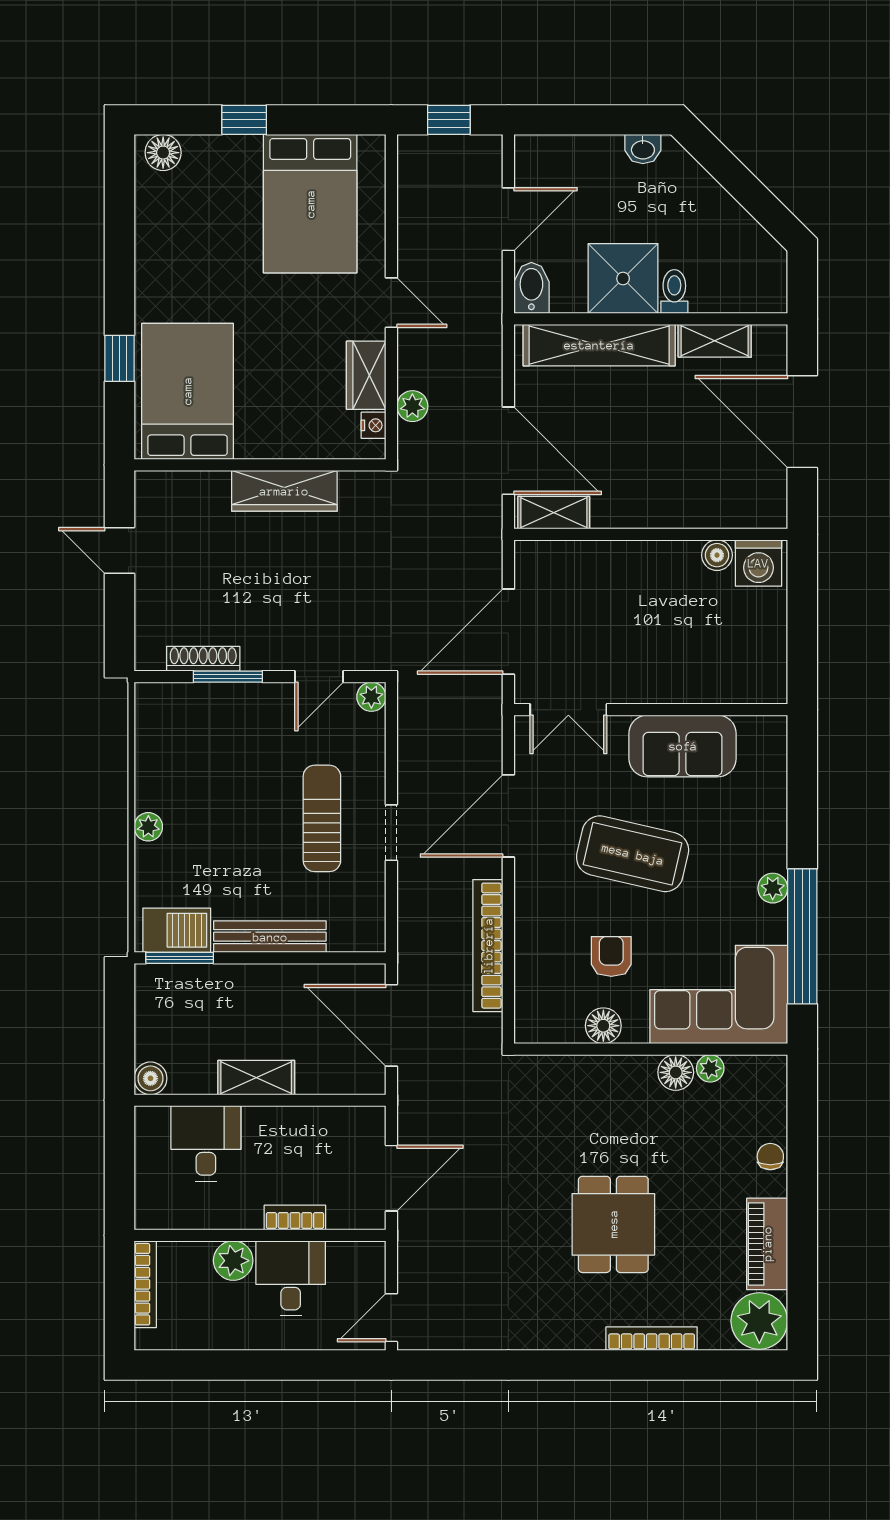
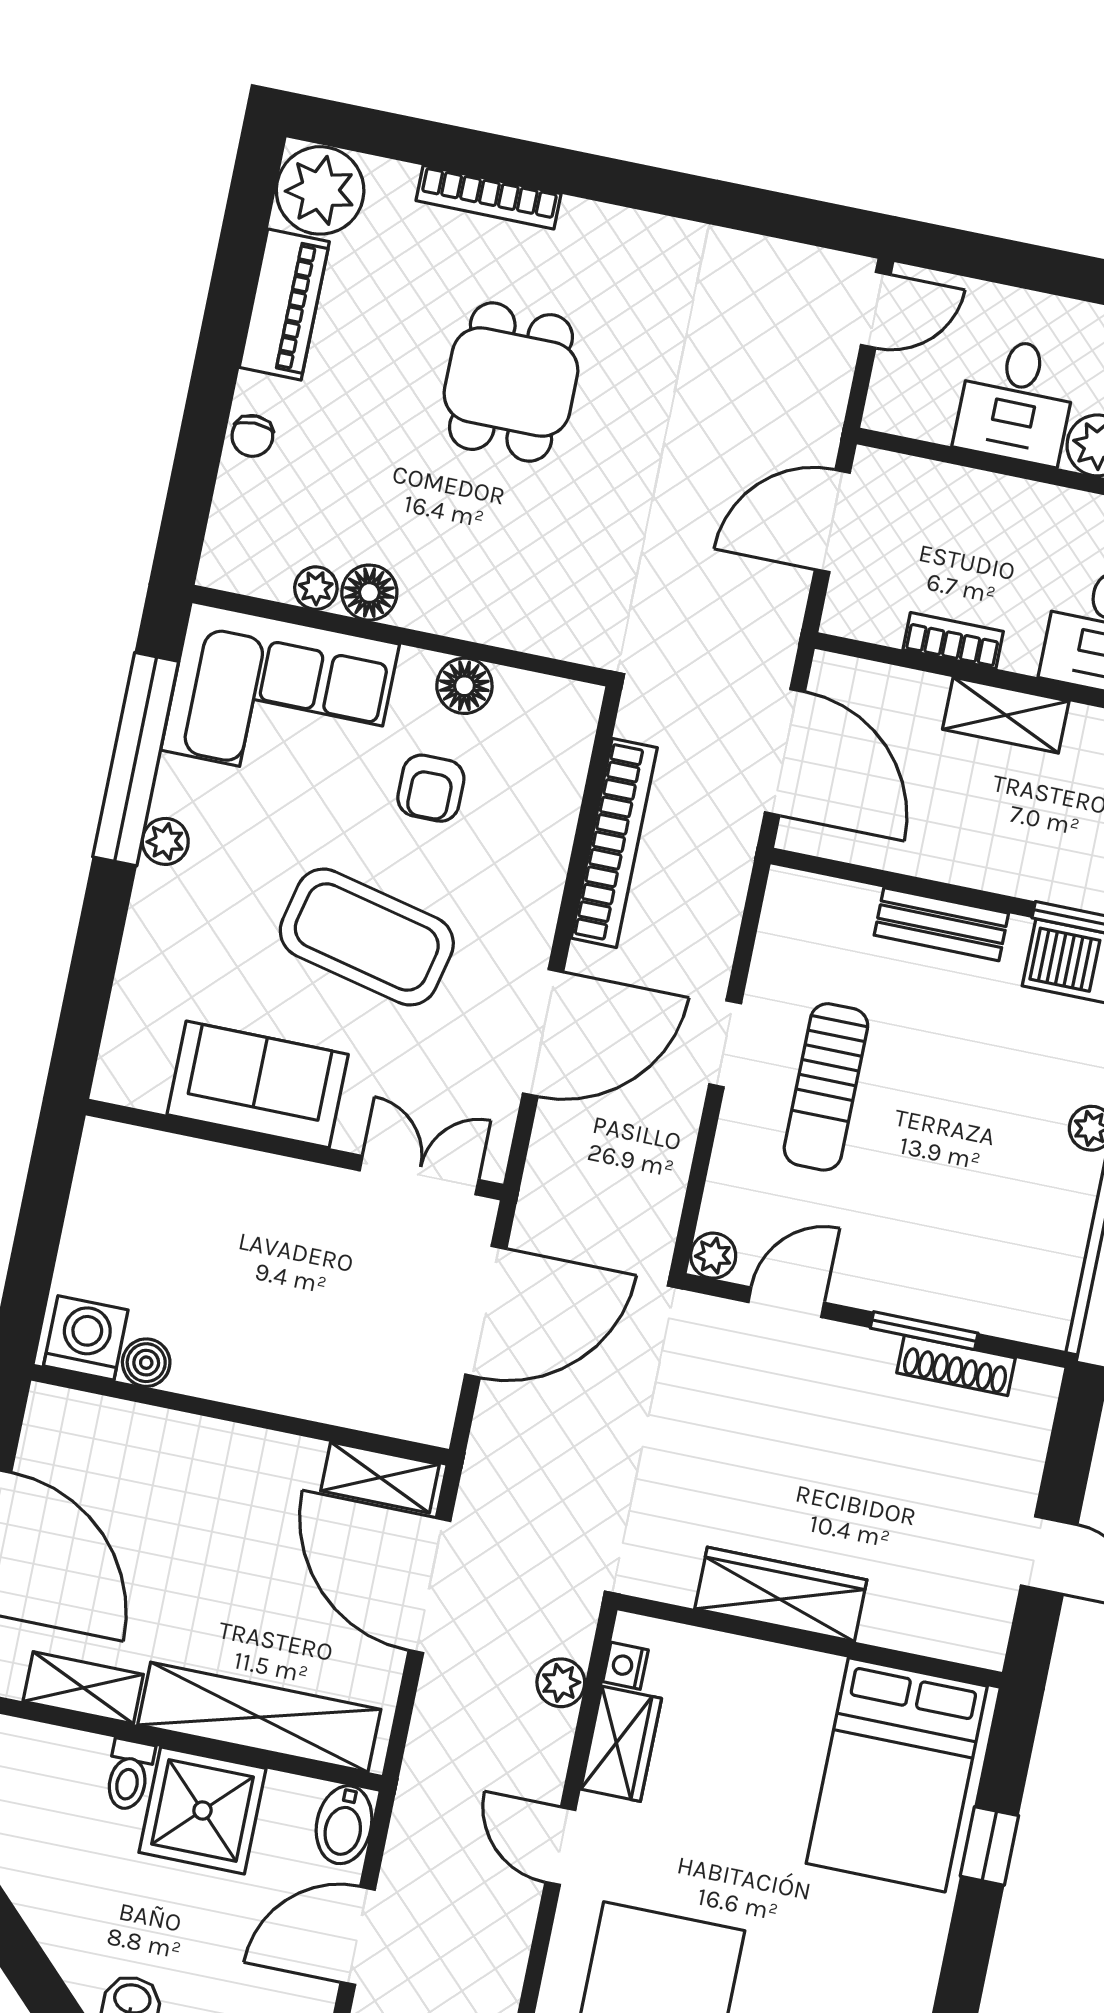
bench: (270, 937) -> (941, 924), width x0.73
bookcase: (295, 1218) -> (953, 641), moved, turned 180

